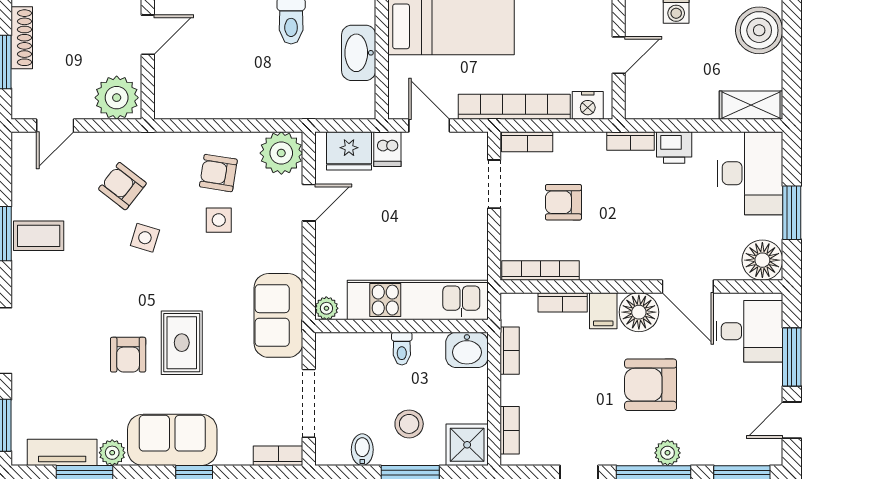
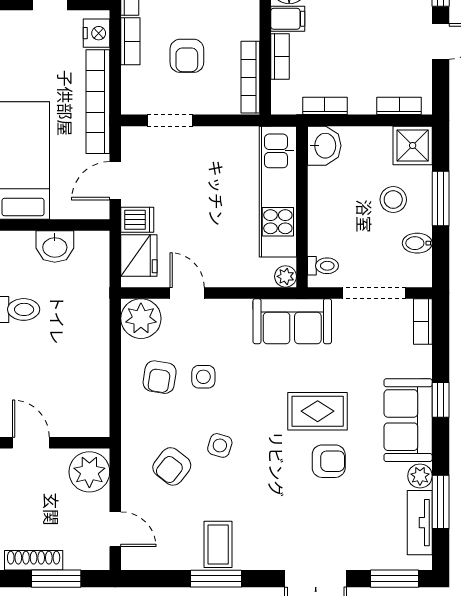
washbasin: (359, 53) -> (55, 247), width x0.72
bookcase: (527, 142) -> (130, 41), moved
toilet: (402, 349) -> (323, 266), moved

